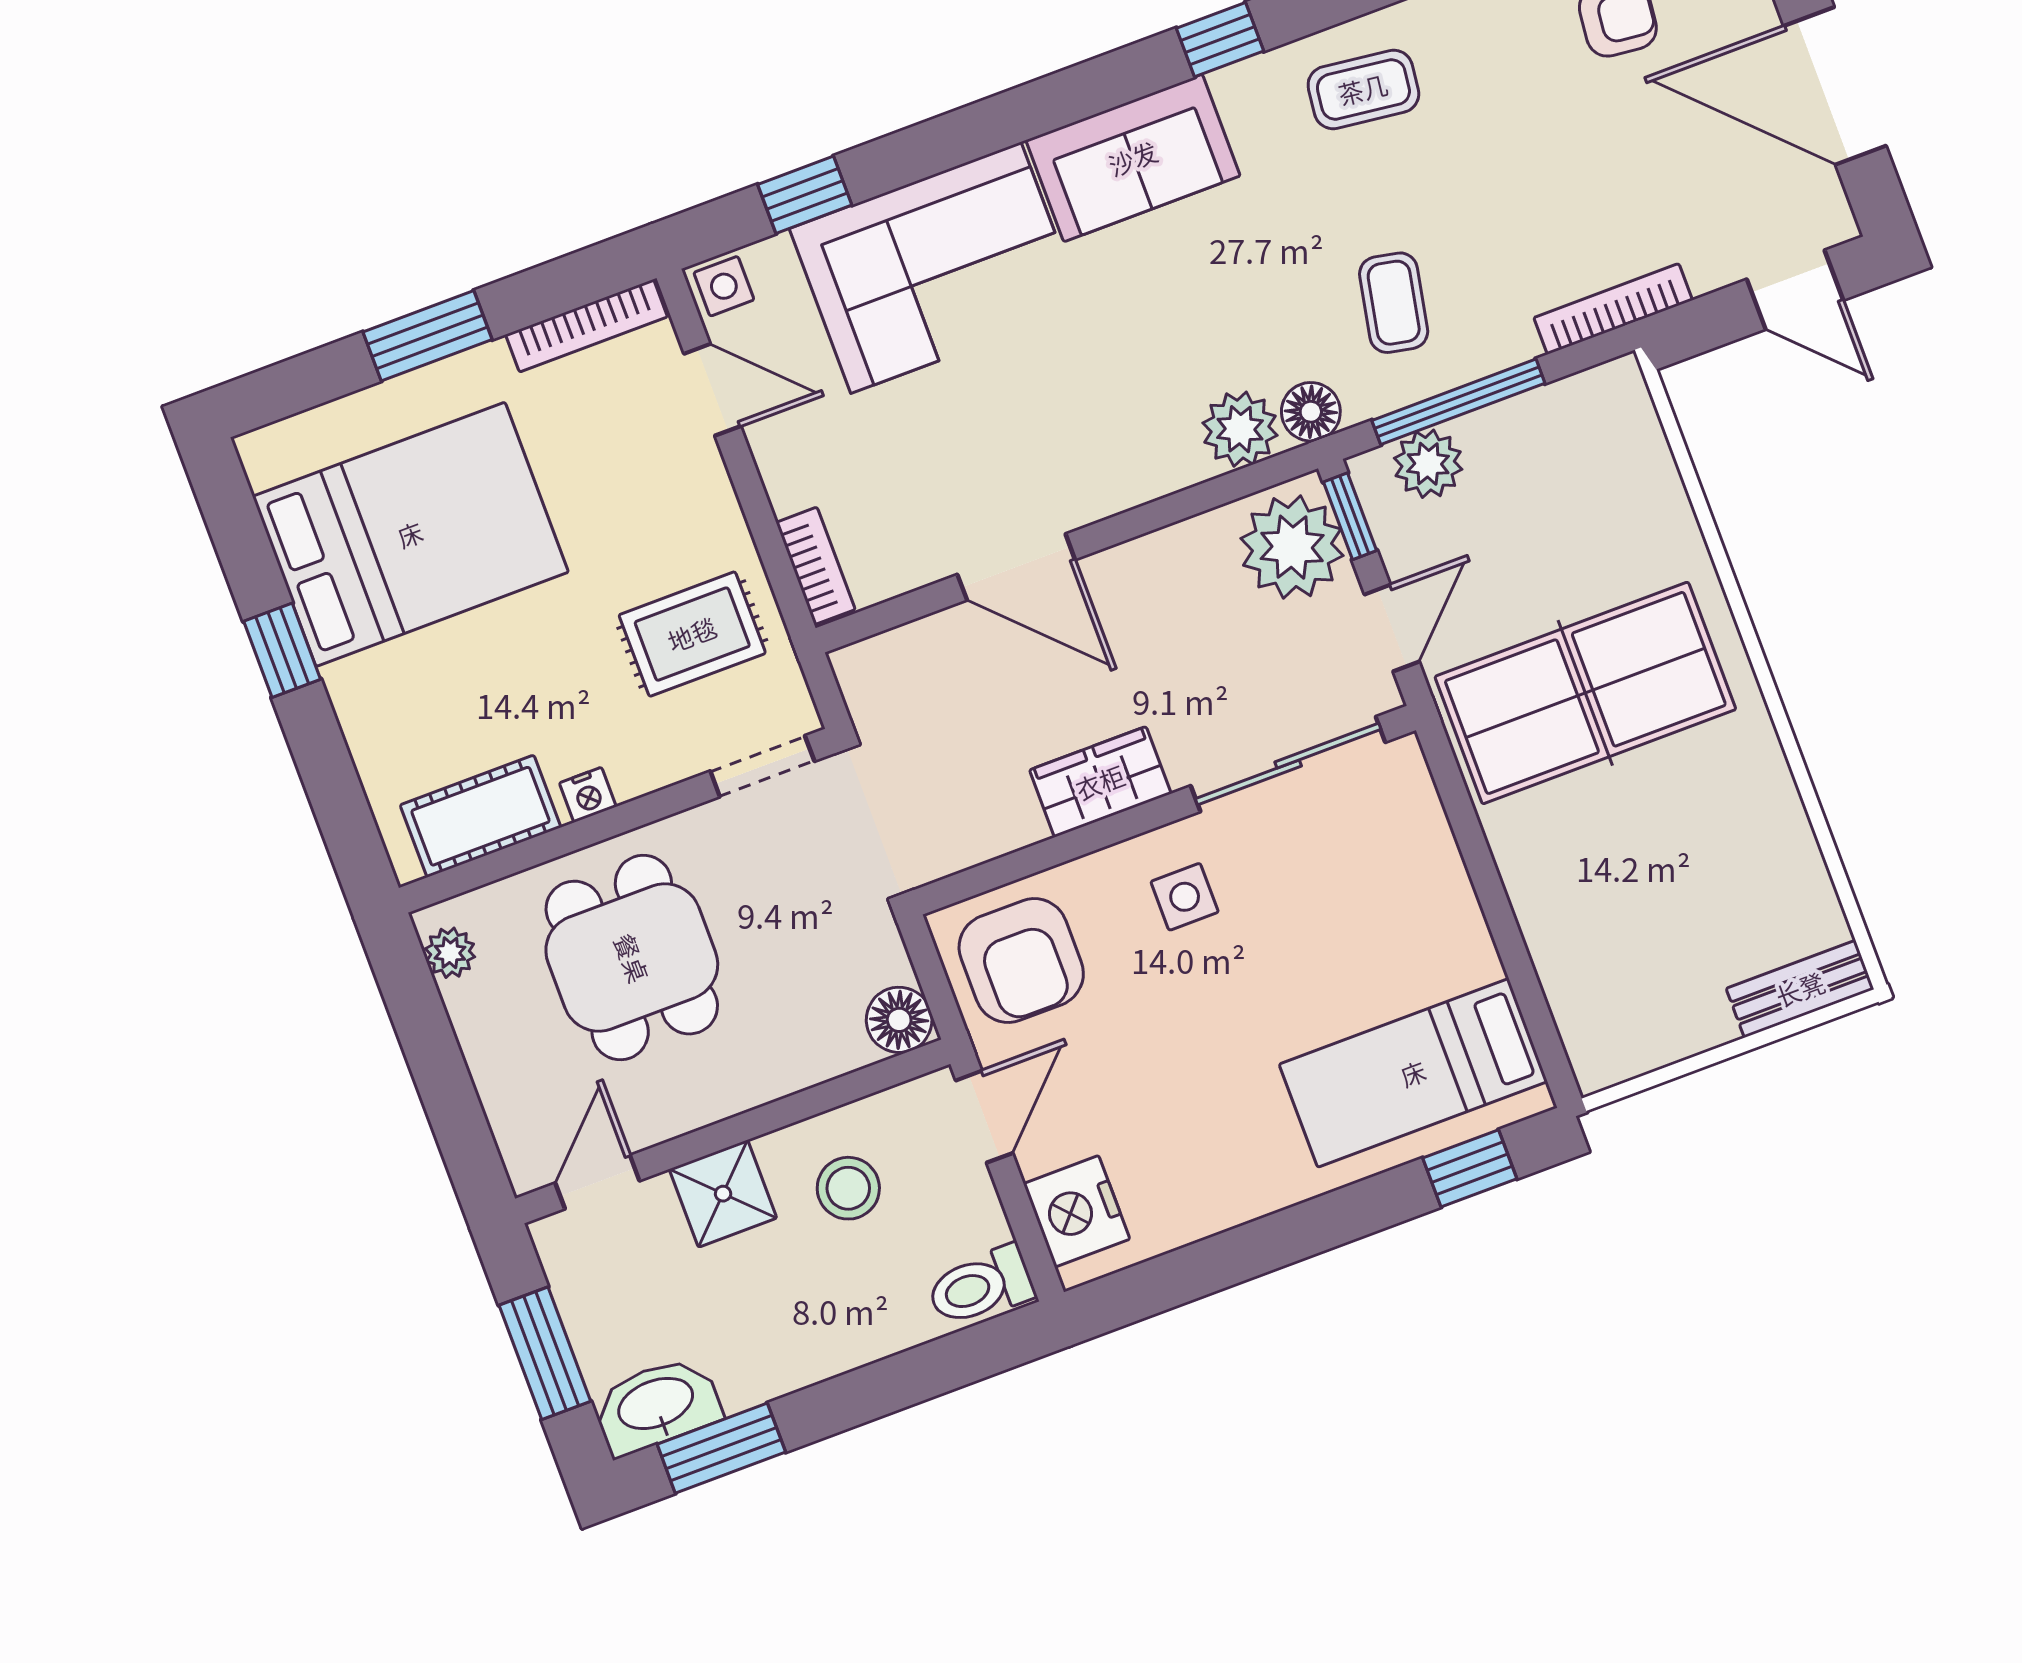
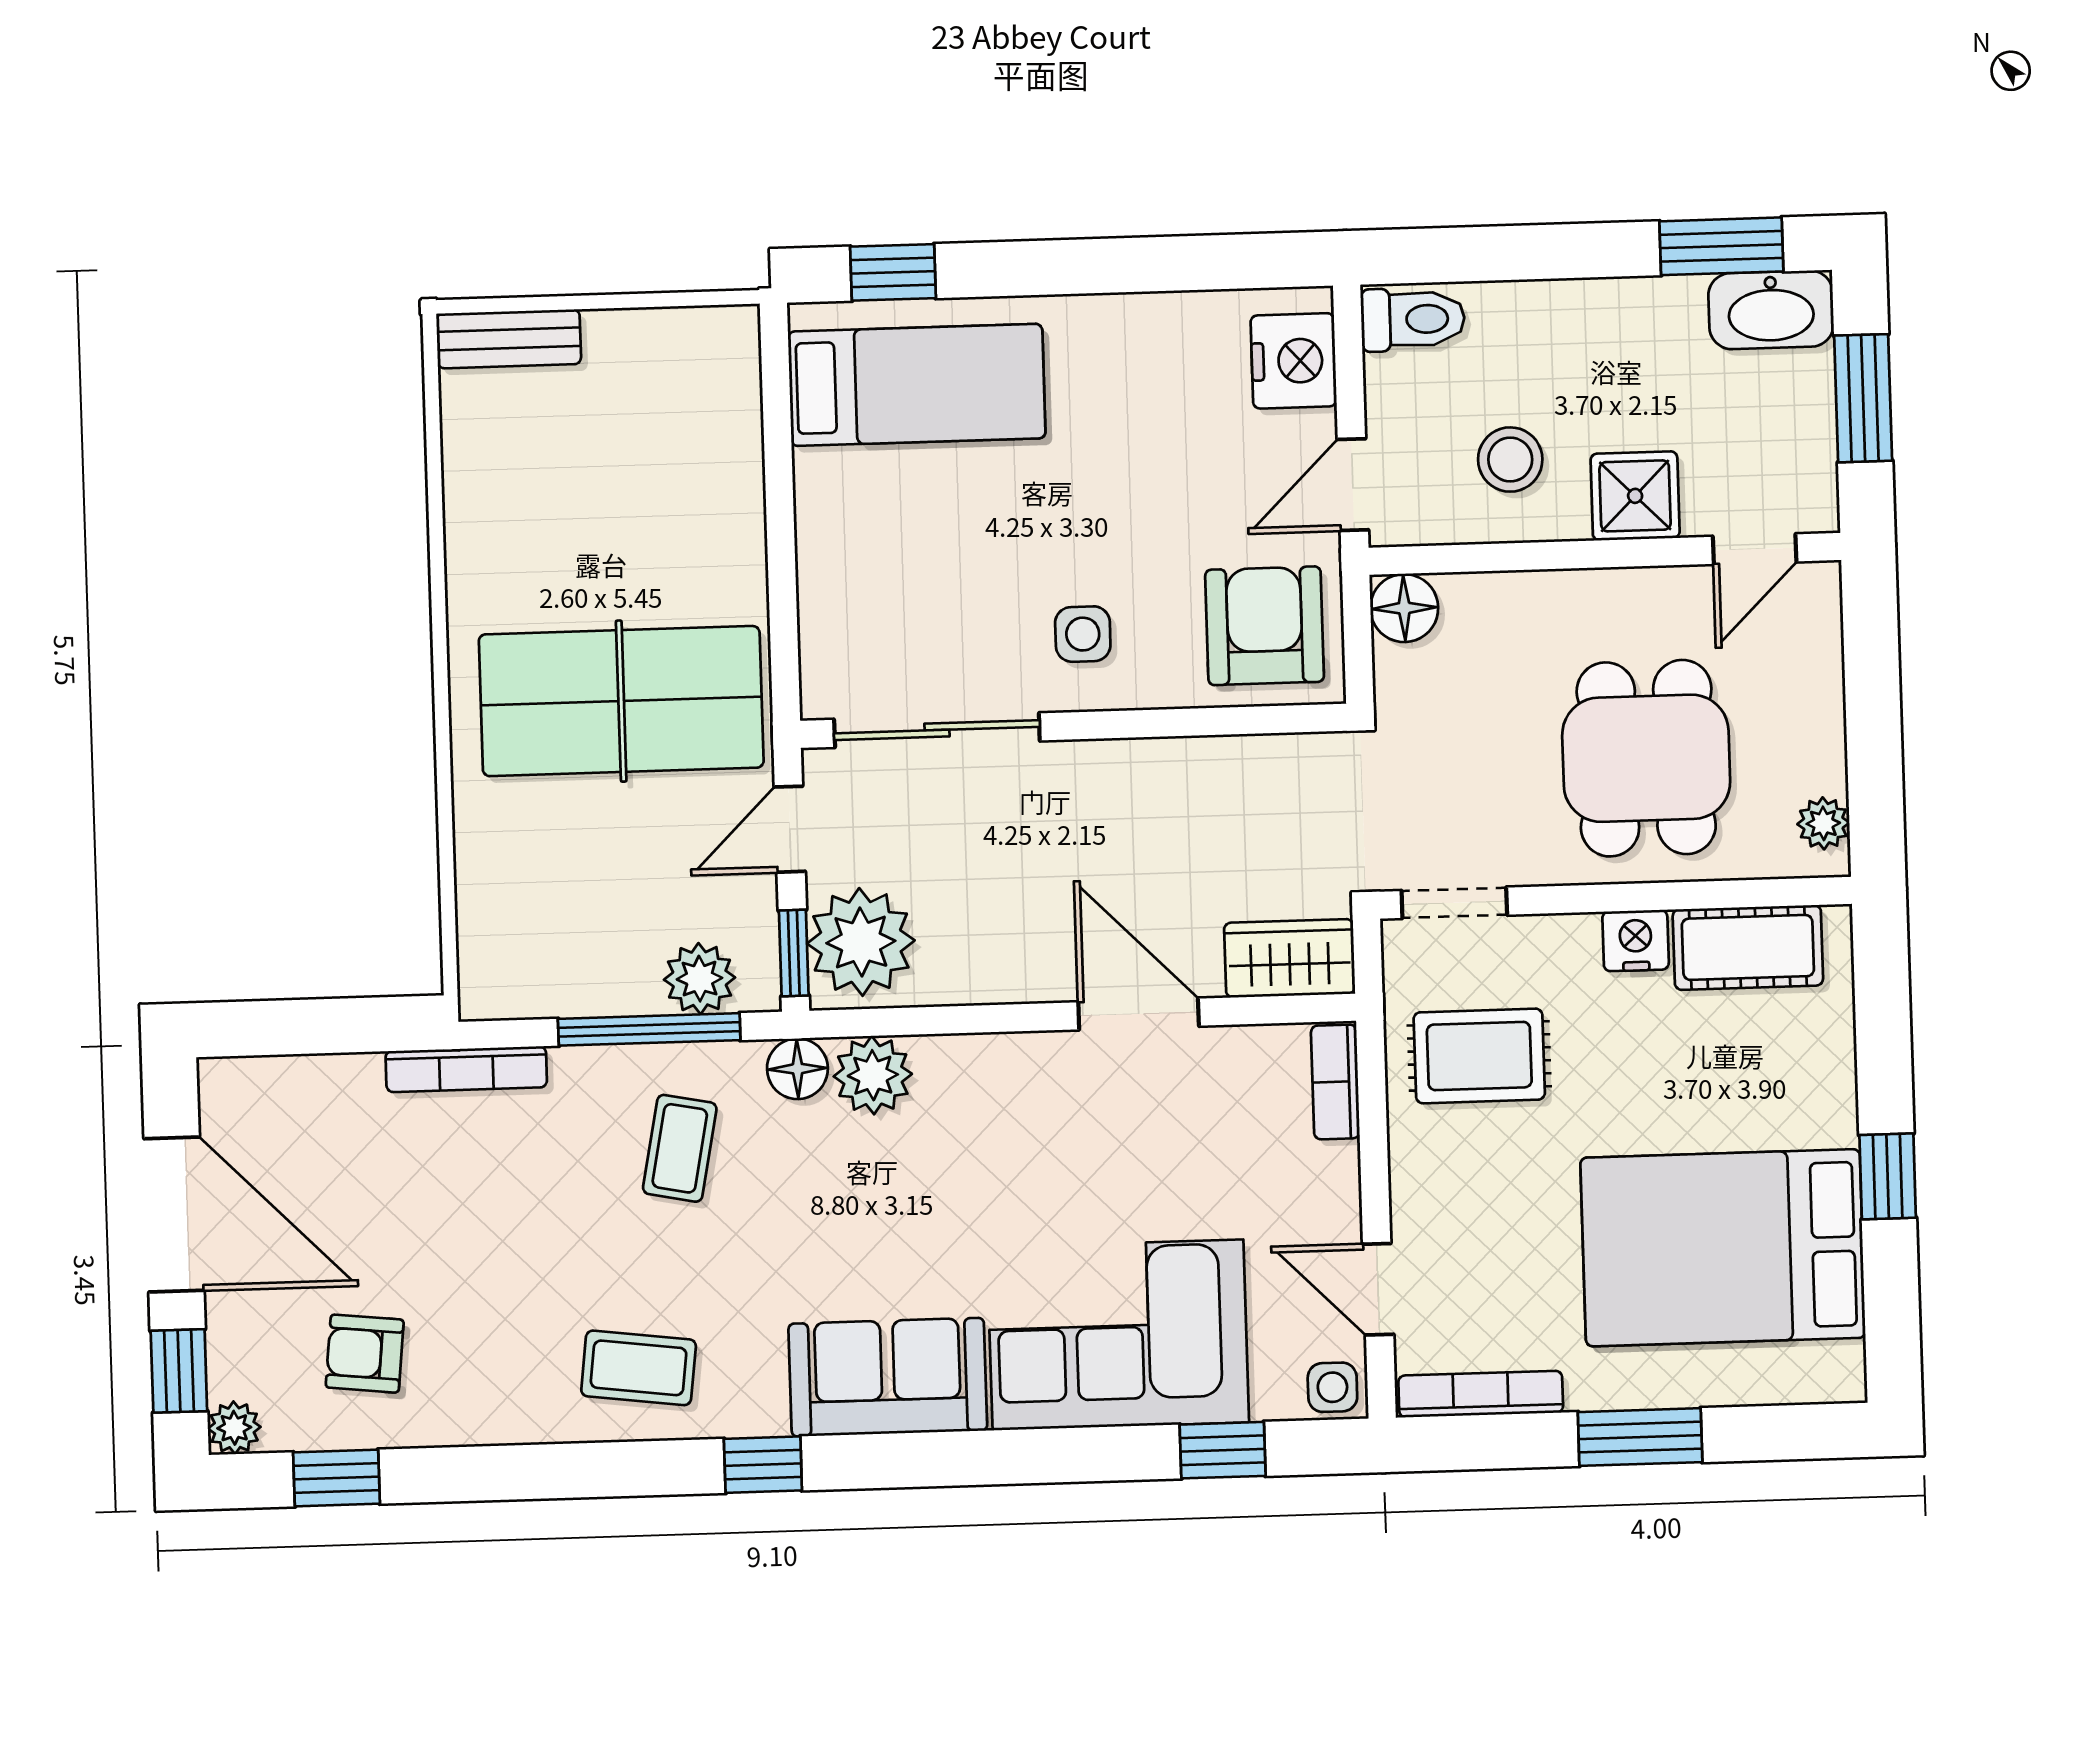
door: (1795, 290) -> (281, 1027), removed
wardrobe: (1100, 782) -> (1290, 958), moved, turned 180
nightstand: (588, 795) -> (1636, 941), width x1.39, depth x1.35

